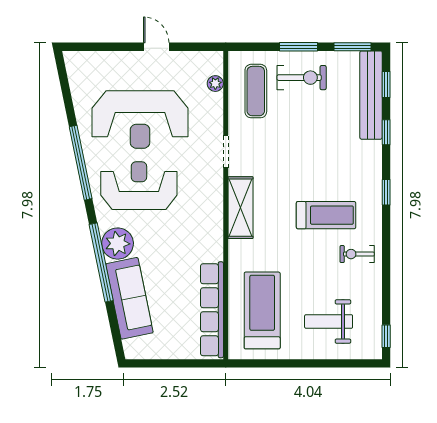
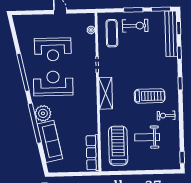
reception desk: (140, 120) -> (53, 49), width x0.74, depth x0.77
row of seats: (212, 310) -> (92, 153), width x0.73
weight bench: (329, 321) -> (147, 137), moved

